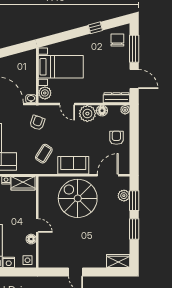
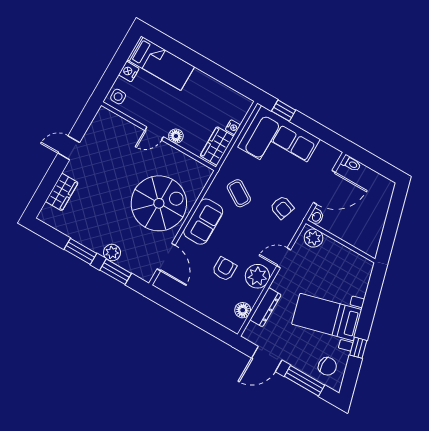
bed with nightstands: (61, 67) -> (327, 317), moved, turned 75
dresser: (117, 98) -> (266, 307), moved
plant: (125, 110) -> (235, 326), removed
floor lamp: (102, 111) -> (243, 310), moved
armchair: (116, 138) -> (224, 269), moved, turned -90
plant: (124, 196) -> (112, 253), moved
floor lamp: (31, 239) -> (176, 136), moved
wardrobe: (118, 261) -> (62, 192), moved

